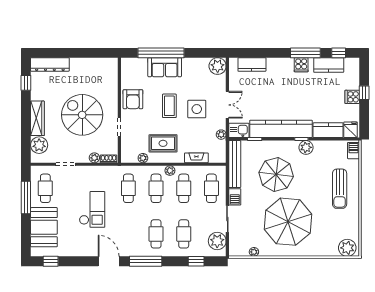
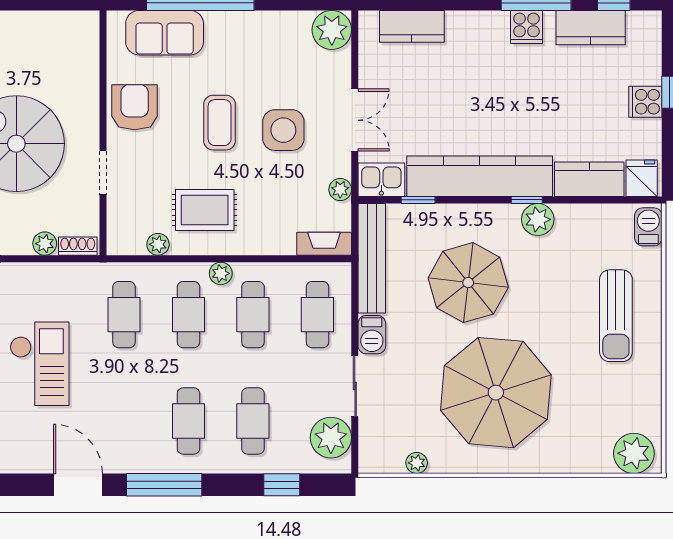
sofa: (165, 67) -> (165, 33), moved
armchair: (133, 99) -> (135, 107), turned 180
fireplace: (196, 158) -> (324, 244), moved

